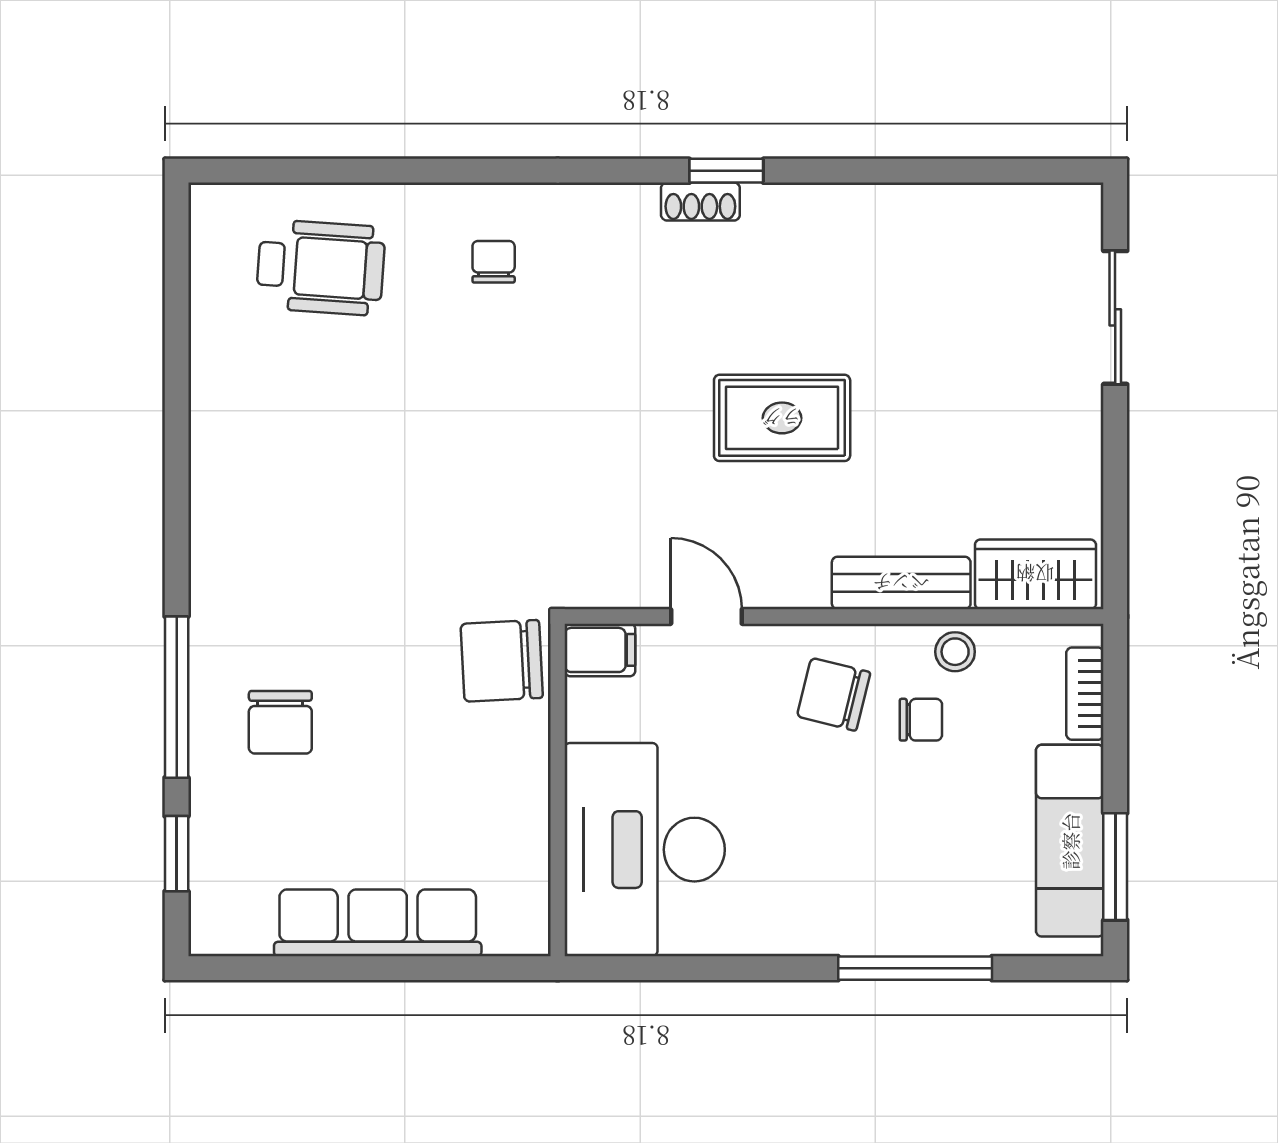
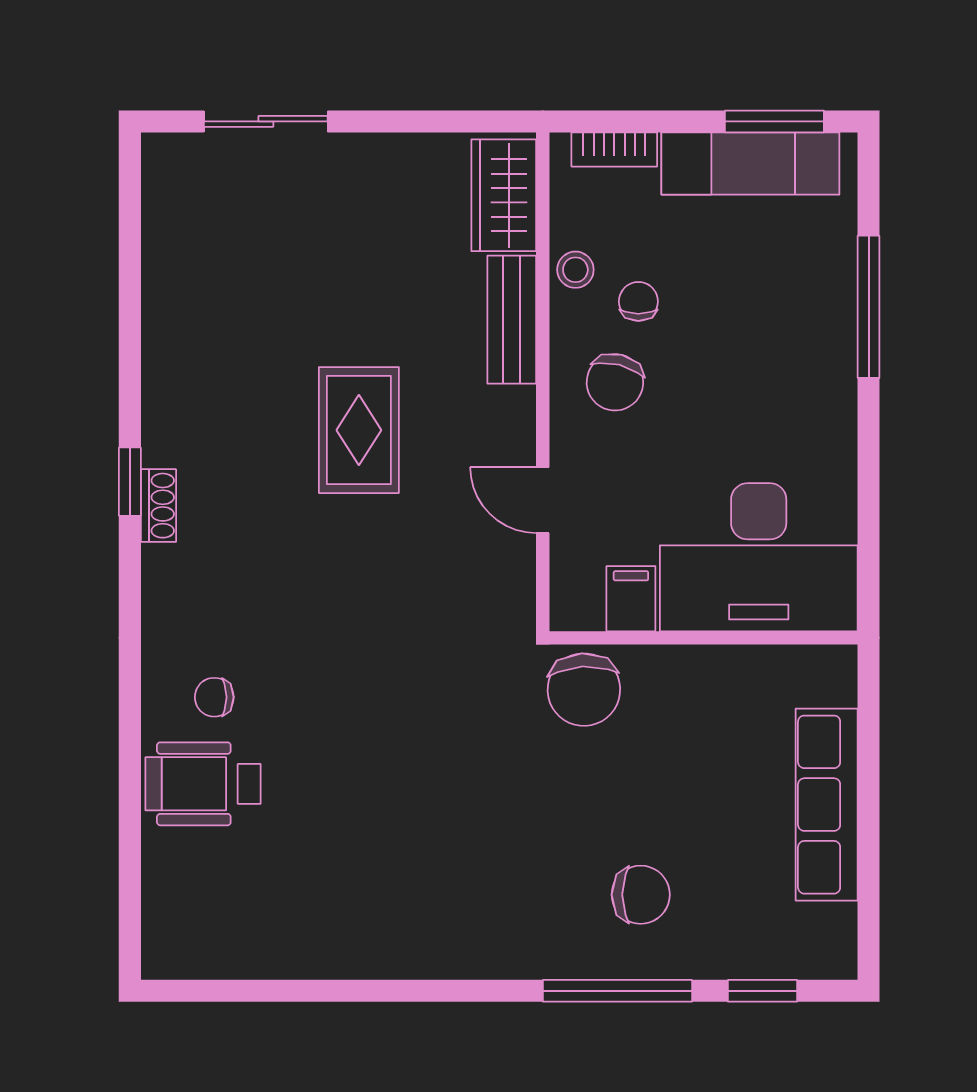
wheelchair: (321, 267) -> (203, 784), moved, turned -94
door: (706, 616) -> (543, 500), hinge flipped
filing cabinet: (600, 650) -> (631, 599), moved

